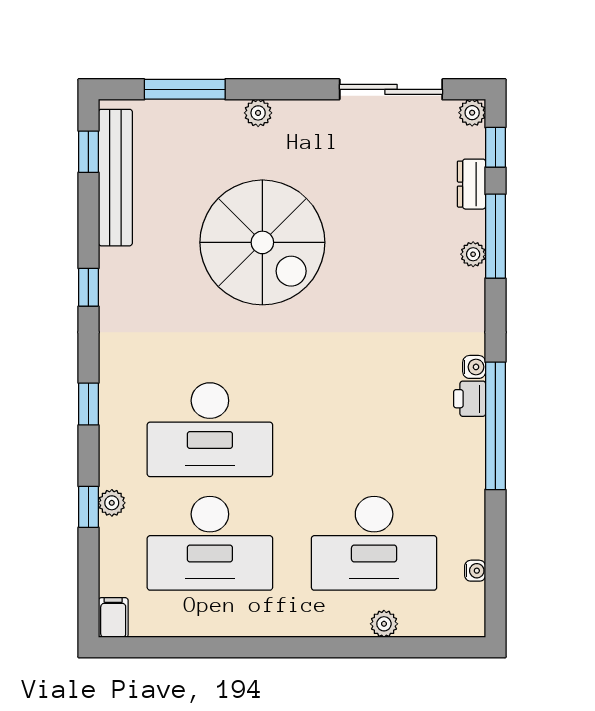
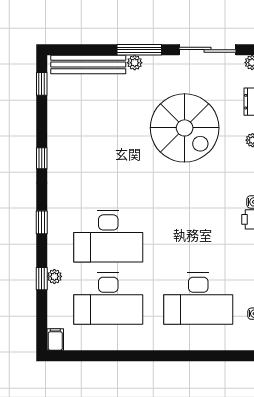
window: (185, 89) -> (139, 50), moved
bench: (115, 178) -> (88, 64), moved, turned 90
spiral stairs: (262, 242) -> (185, 128), moved
plant: (384, 624) -> (204, 343), removed

